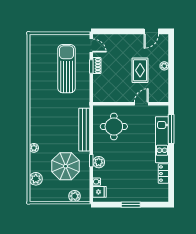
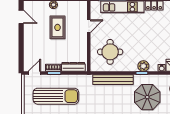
sun lounger: (66, 69) -> (56, 96), turned 180
rug: (140, 70) -> (58, 27), turned 90
dresser: (98, 87) -> (73, 67), added
door: (141, 104) -> (89, 26), swing flipped

